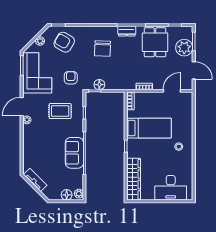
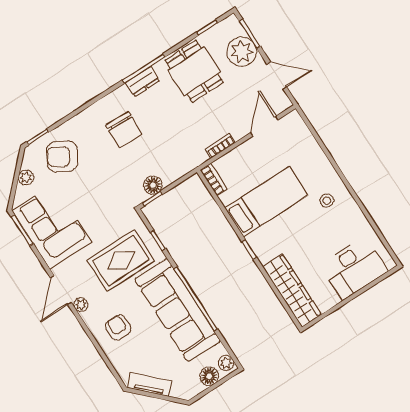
armchair: (71, 78) -> (118, 327), moved
rug: (60, 111) -> (121, 261), width x1.36, depth x1.43
sofa: (74, 153) -> (177, 310), width x1.85, depth x1.27

